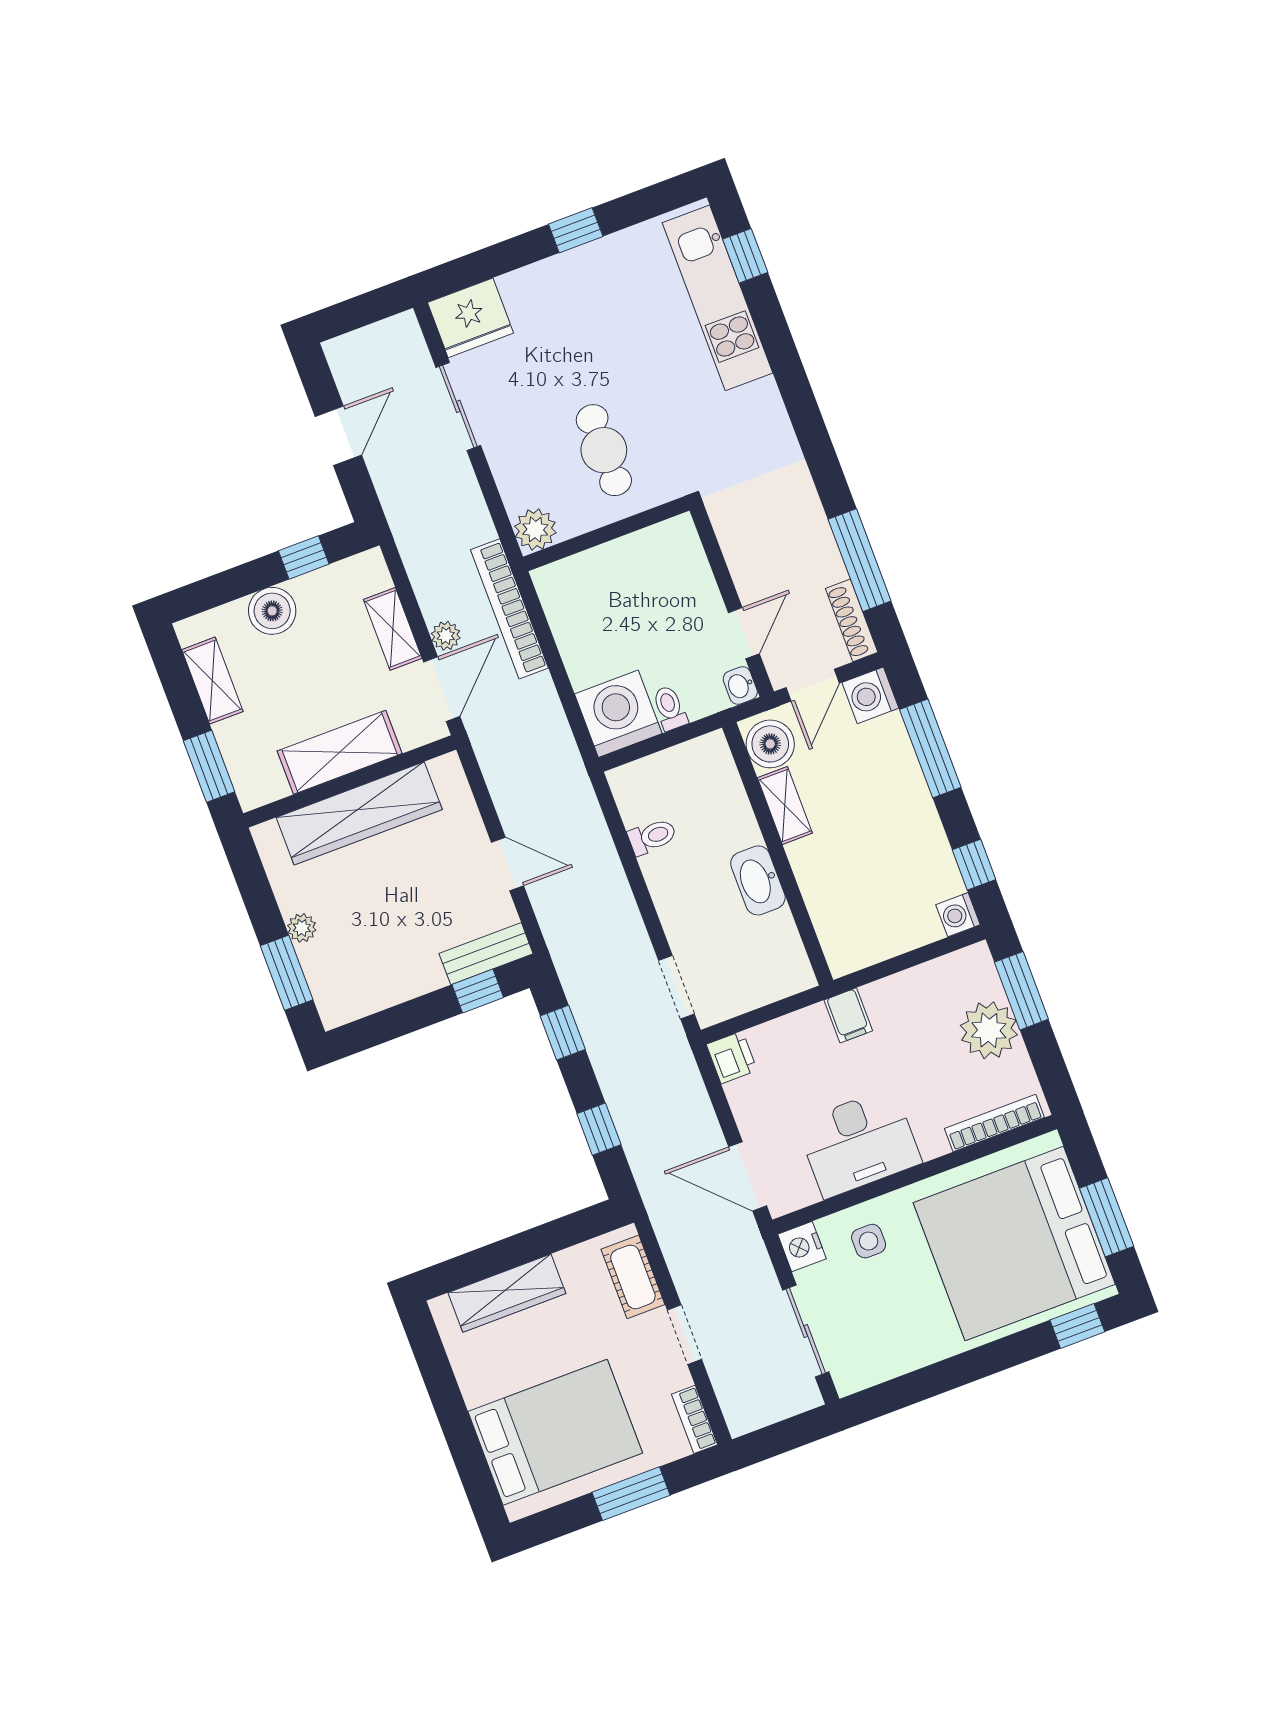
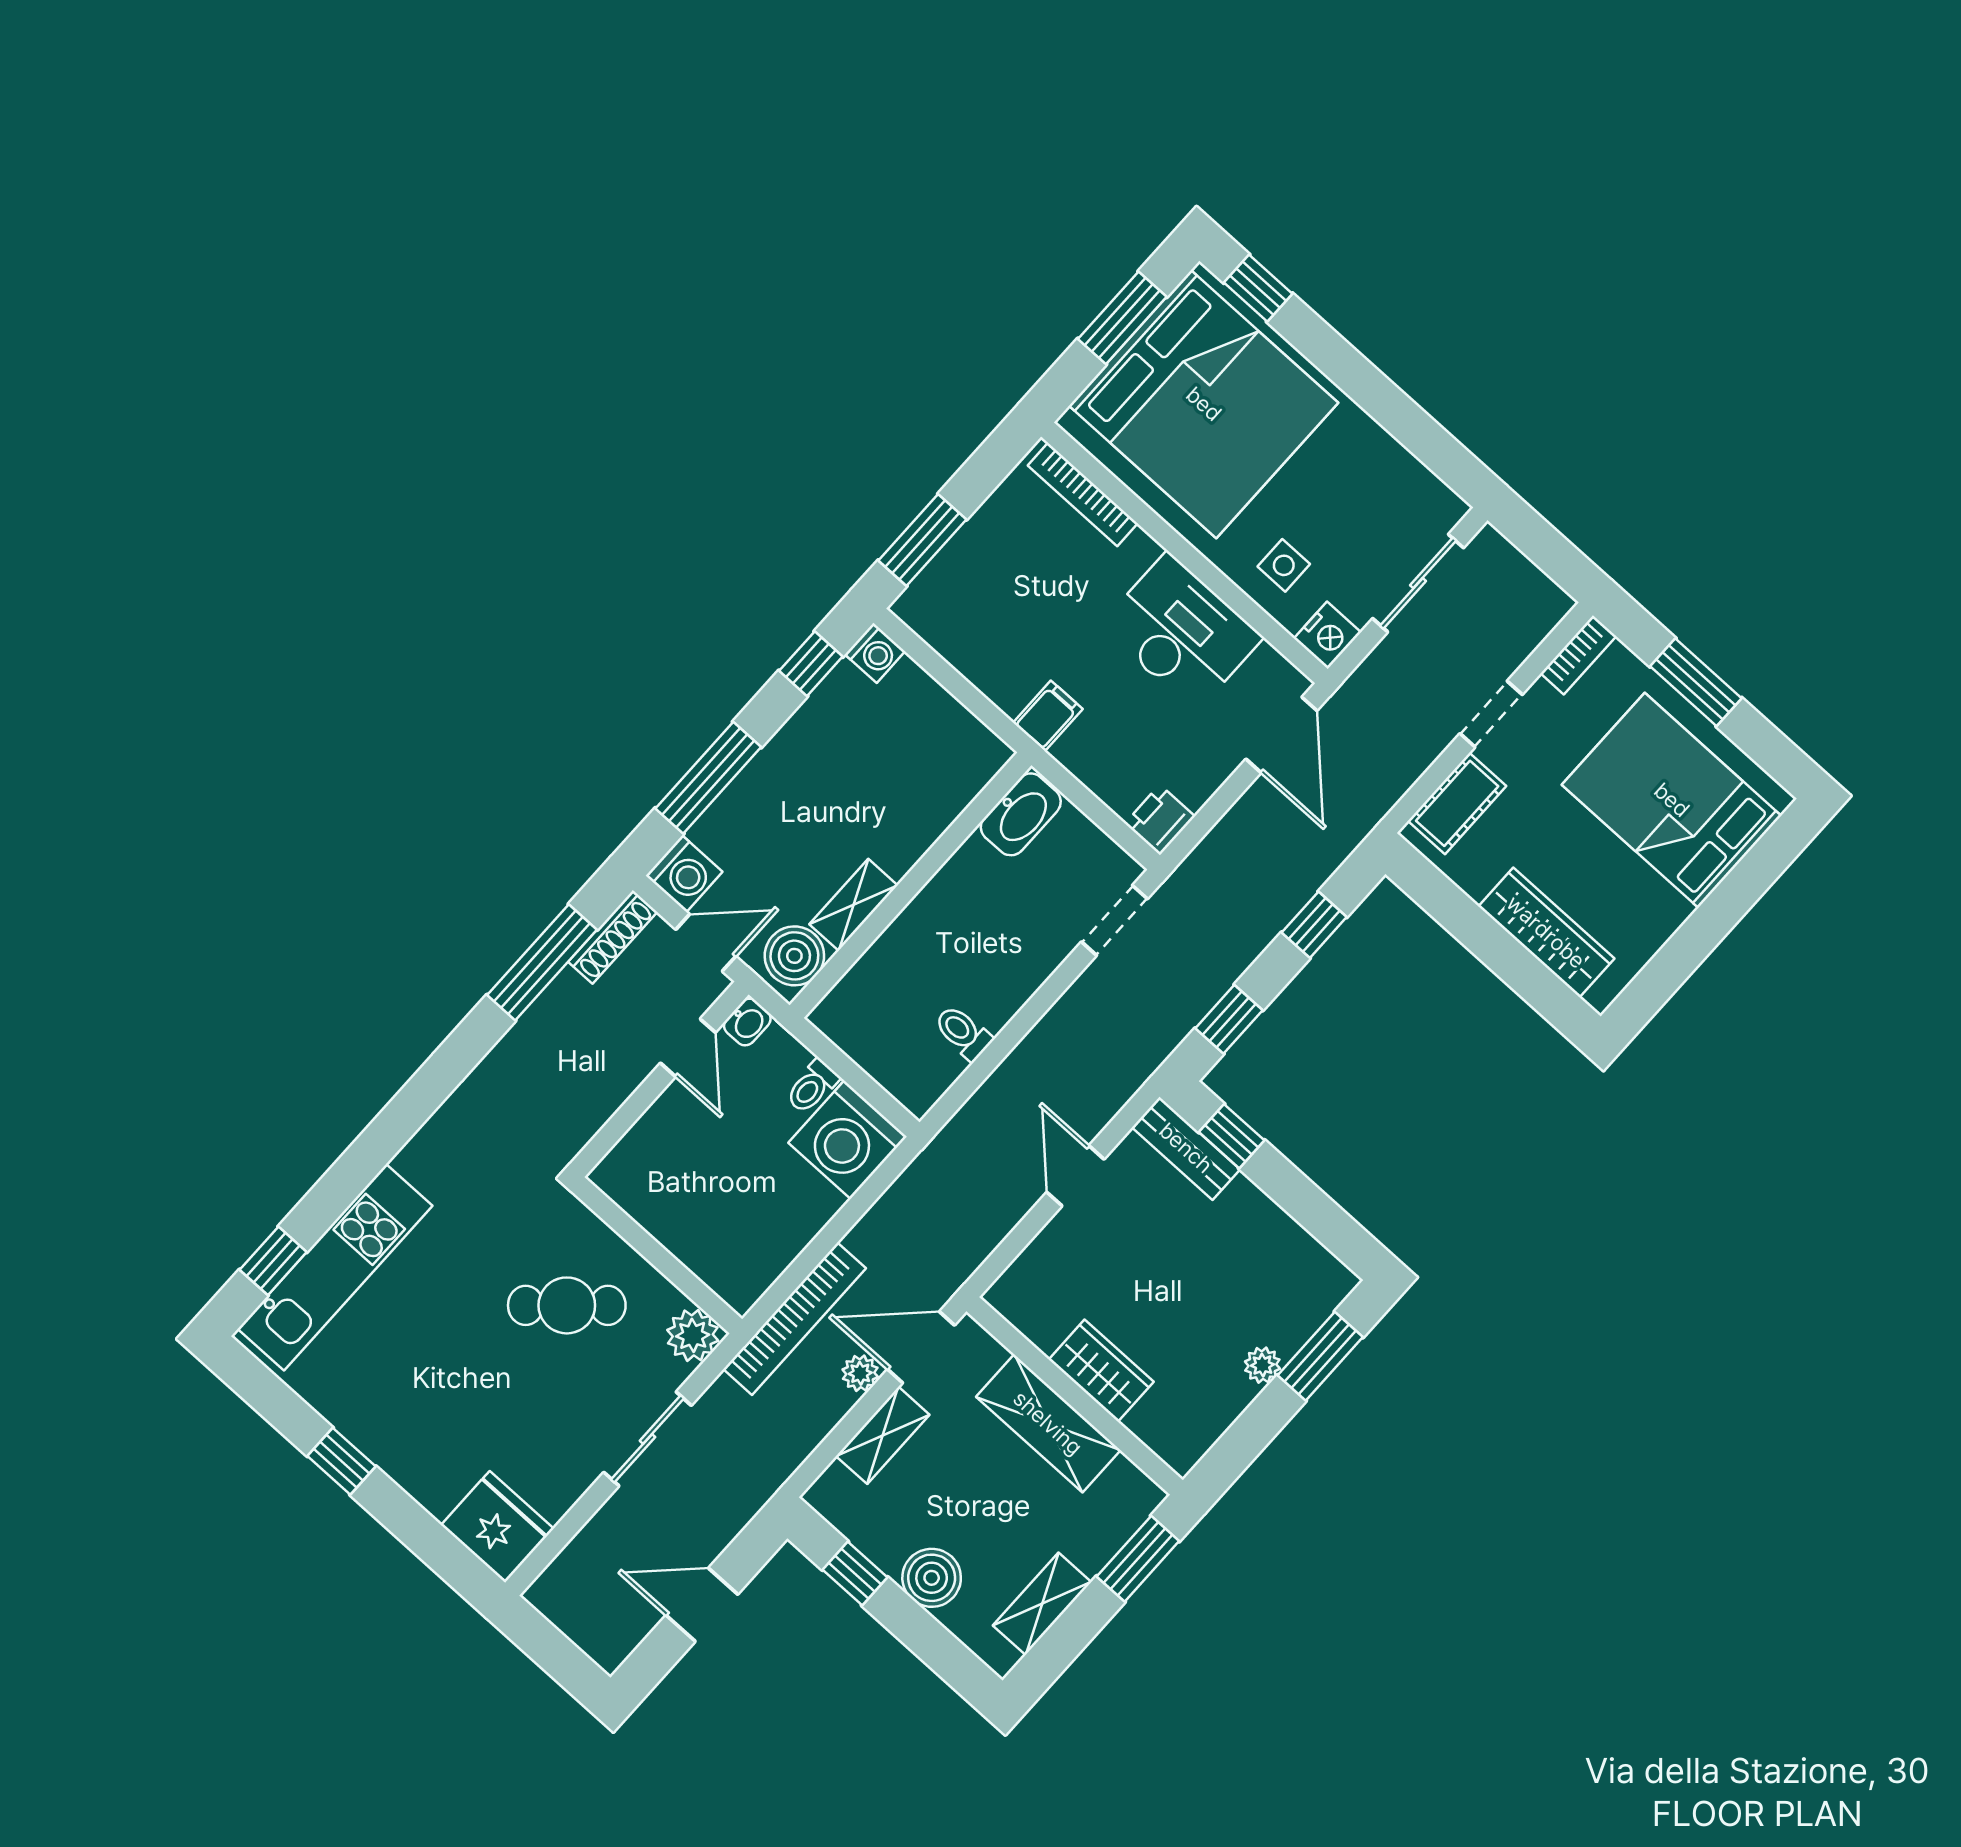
sliding door: (458, 406) -> (648, 1439), moved
cafe table: (604, 450) -> (567, 1305), turned 48
door: (744, 633) -> (688, 1048), swing flipped
wardrobe: (359, 813) -> (1101, 1371), width x0.48, depth x0.85
washbasin: (758, 880) -> (1021, 814), moved
plant: (989, 1030) -> (984, 553), removed

